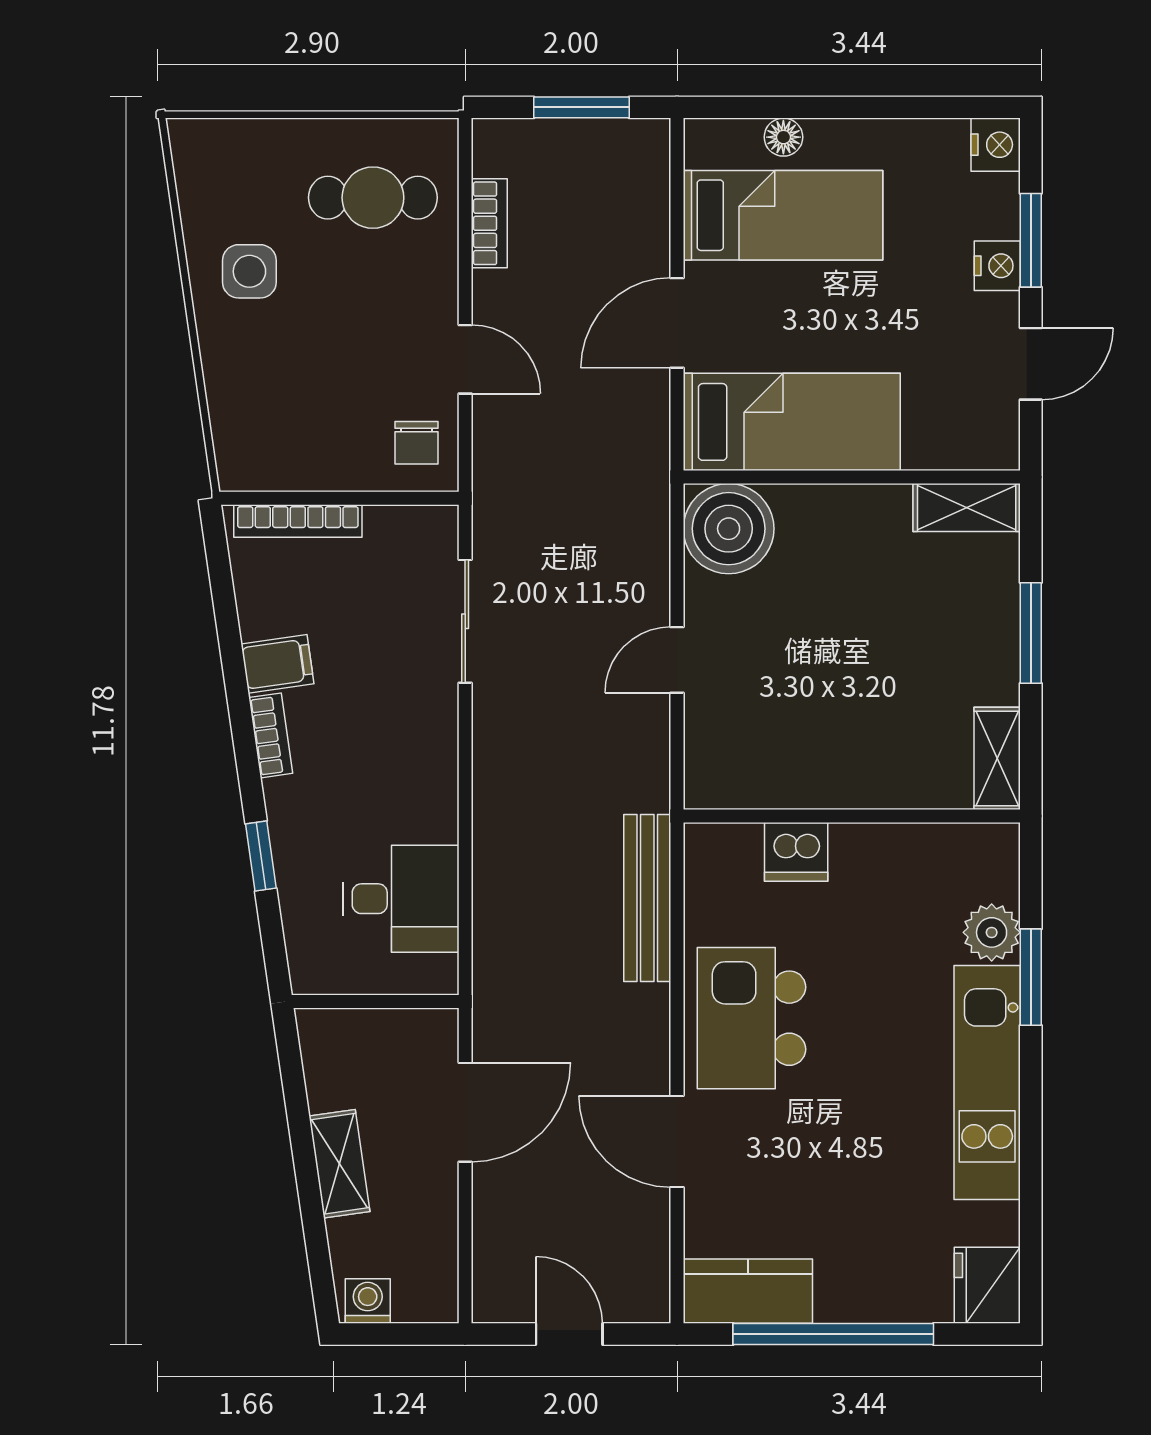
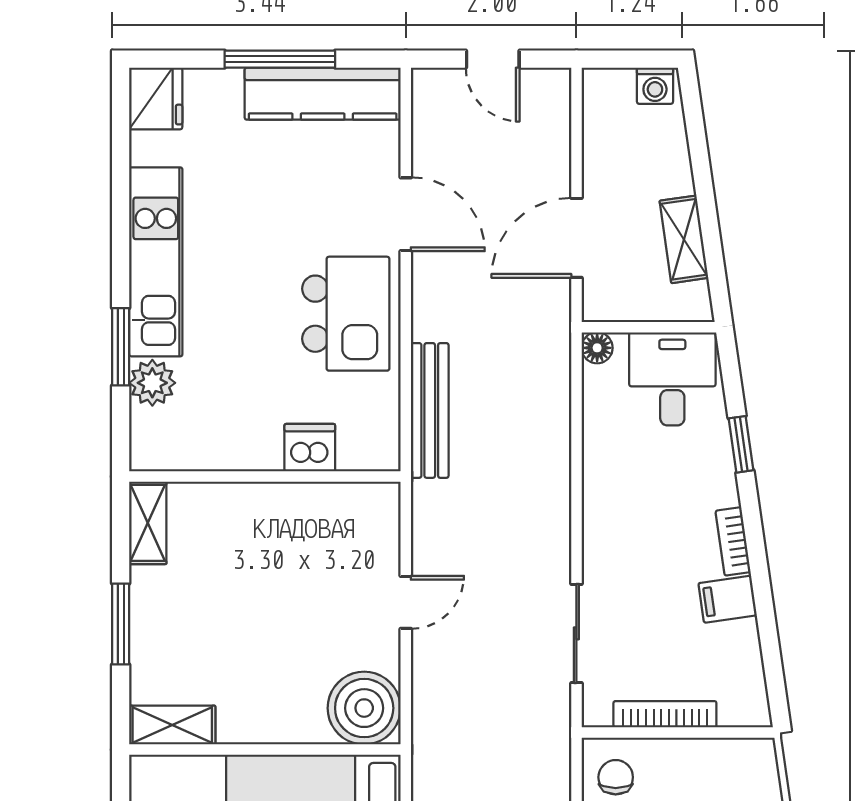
bookcase: (298, 521) -> (665, 714), moved
desk: (401, 899) -> (672, 379), moved, turned 90
floor lamp: (440, 976) -> (597, 348), added
shelving: (339, 1164) -> (684, 239), moved
kitchen counter: (748, 1291) -> (323, 94), width x1.50
window: (833, 1334) -> (280, 59), width x0.68

